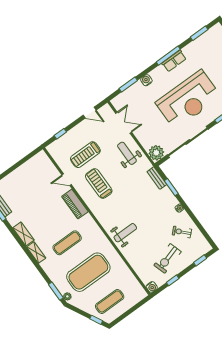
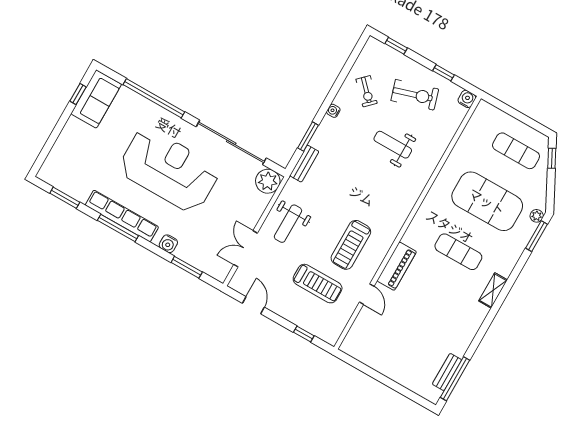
row of seats: (174, 61) -> (122, 216), width x2.02
weight bench: (125, 233) -> (393, 145), moved
shelving: (24, 234) -> (474, 321), removed

